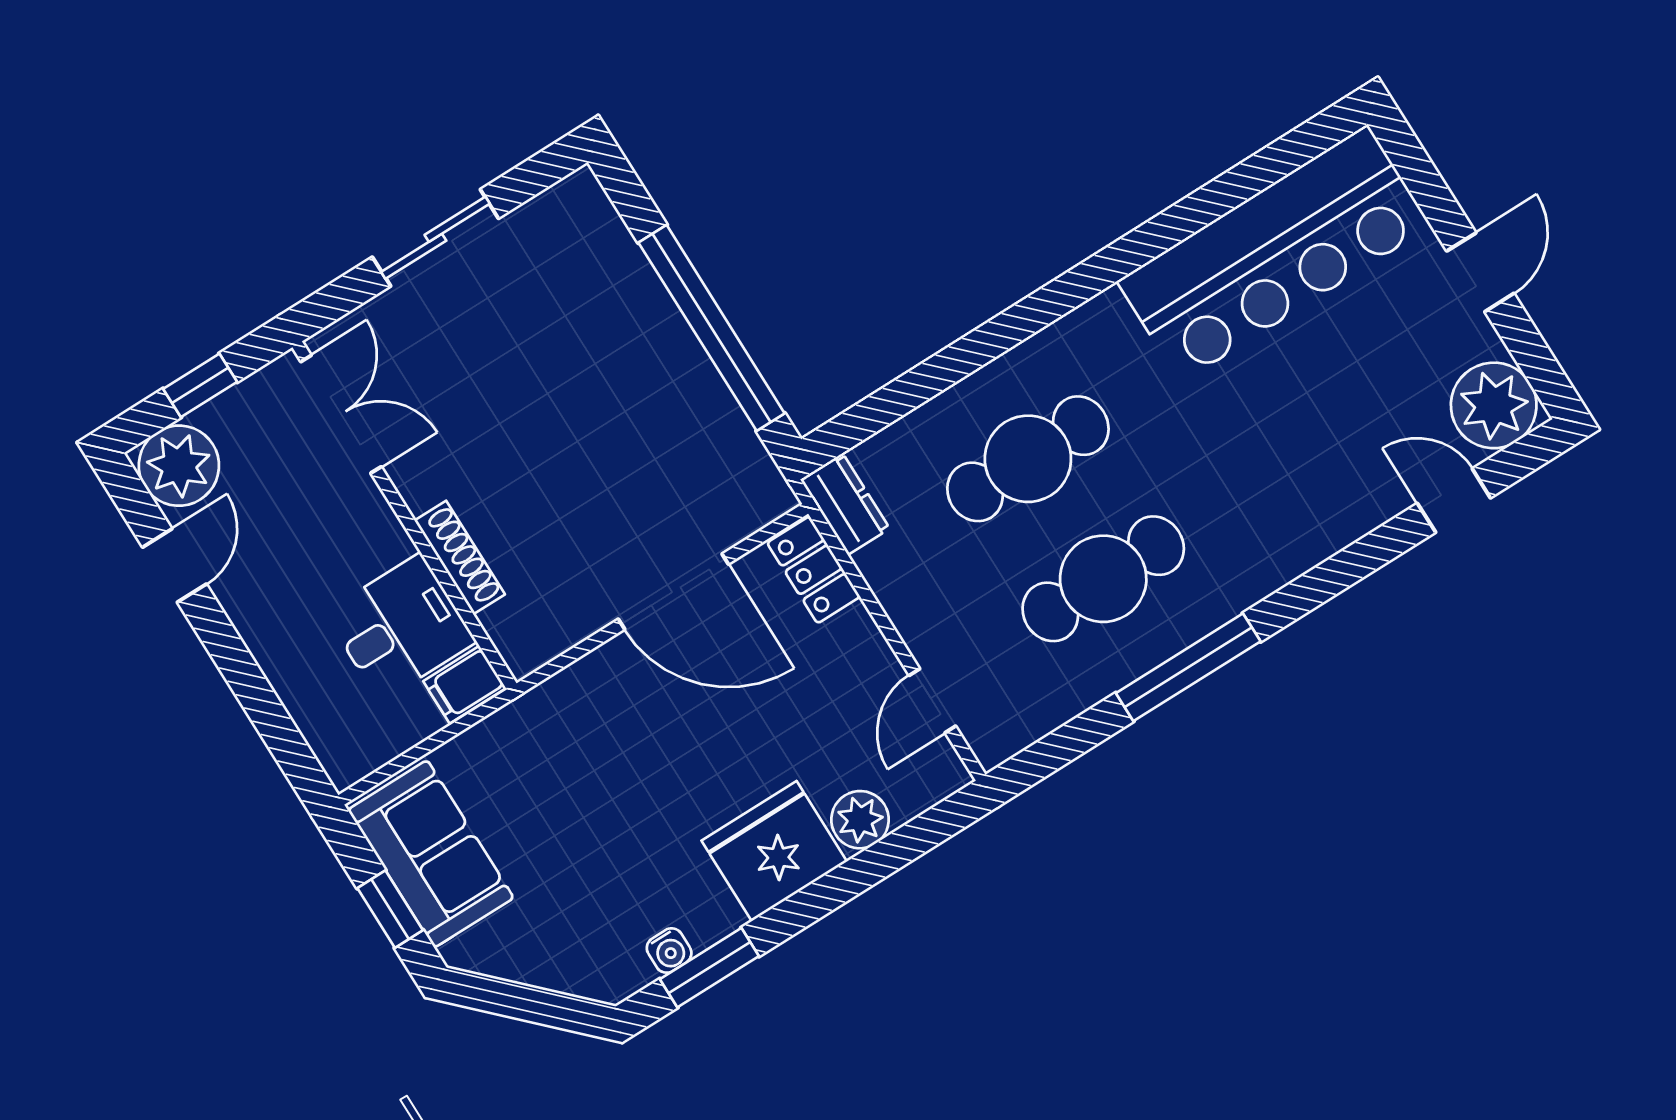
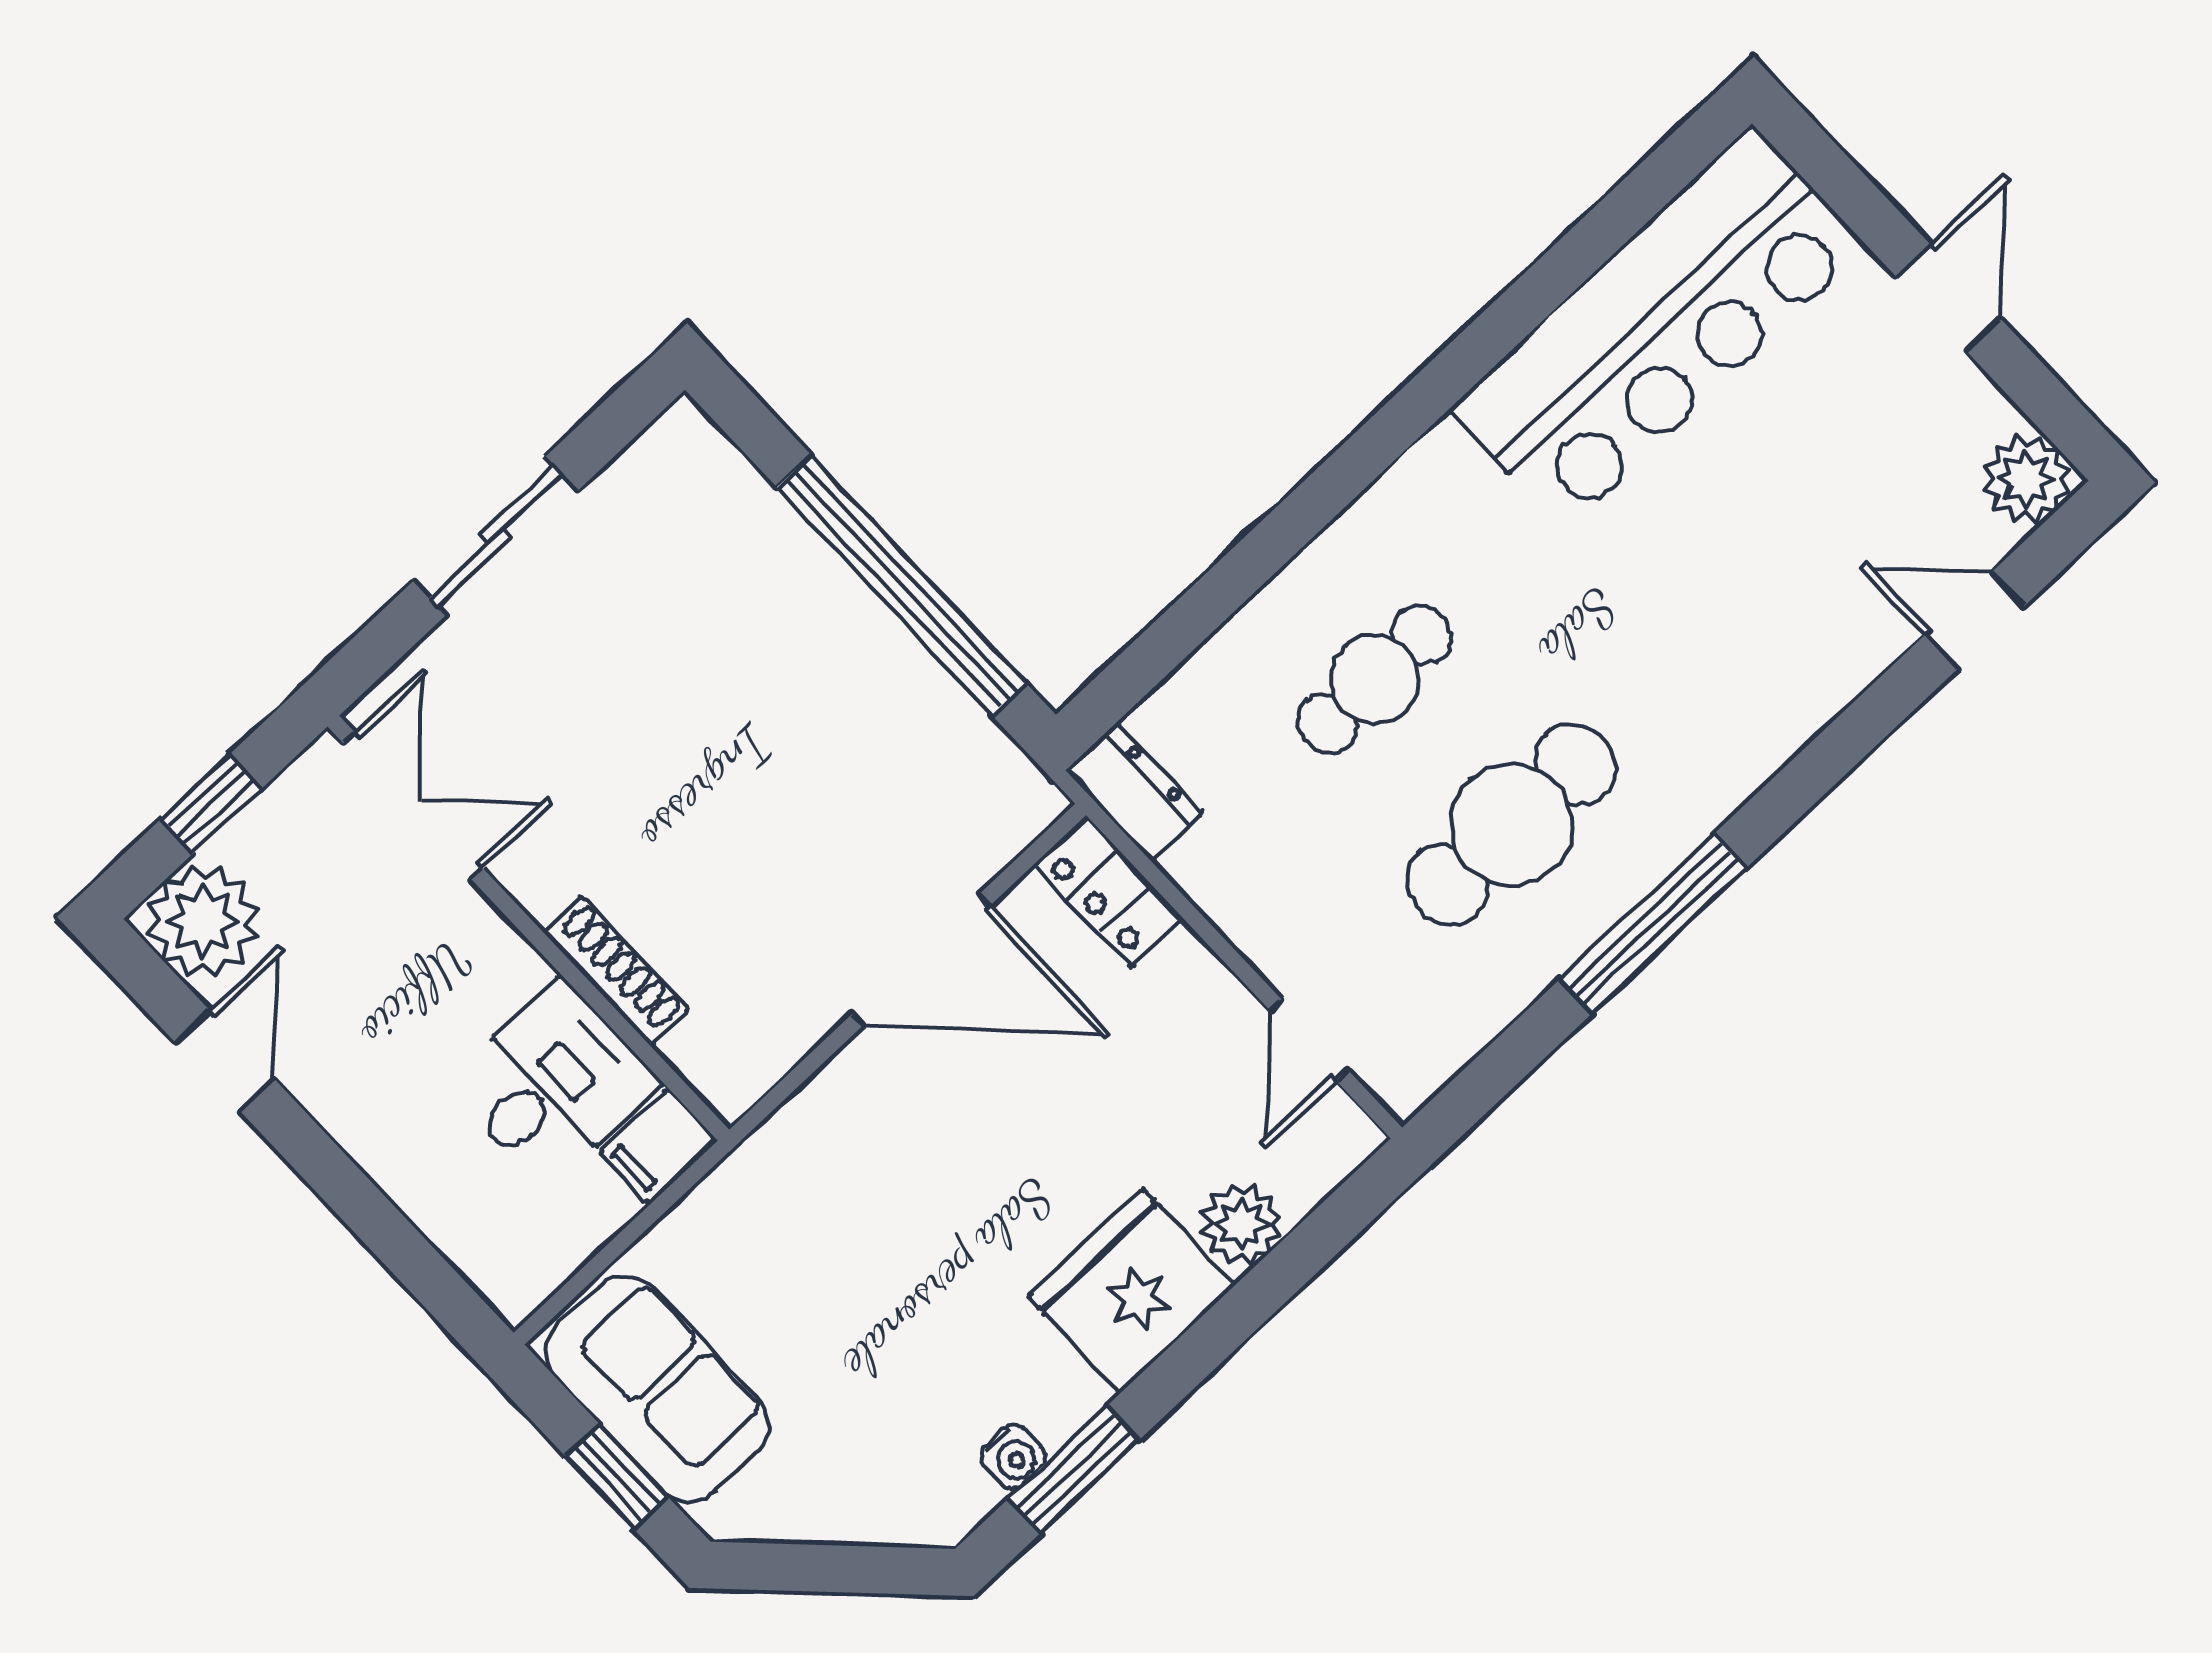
plant: (1494, 405) -> (2026, 479), width x0.73, depth x0.73
cafe table: (1028, 459) -> (1374, 679), width x0.73, depth x0.74

